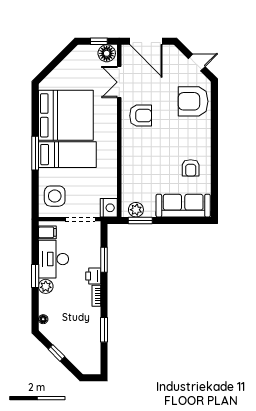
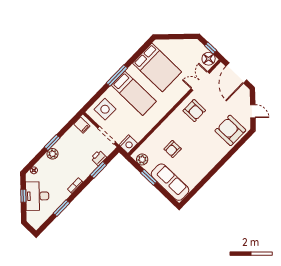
bed: (66, 115) -> (157, 67), width x0.73
armchair: (191, 168) -> (173, 149), moved
window: (140, 221) -> (149, 177), moved
desk: (54, 259) -> (37, 196), moved, turned -45
printer: (93, 276) -> (99, 158), moved

